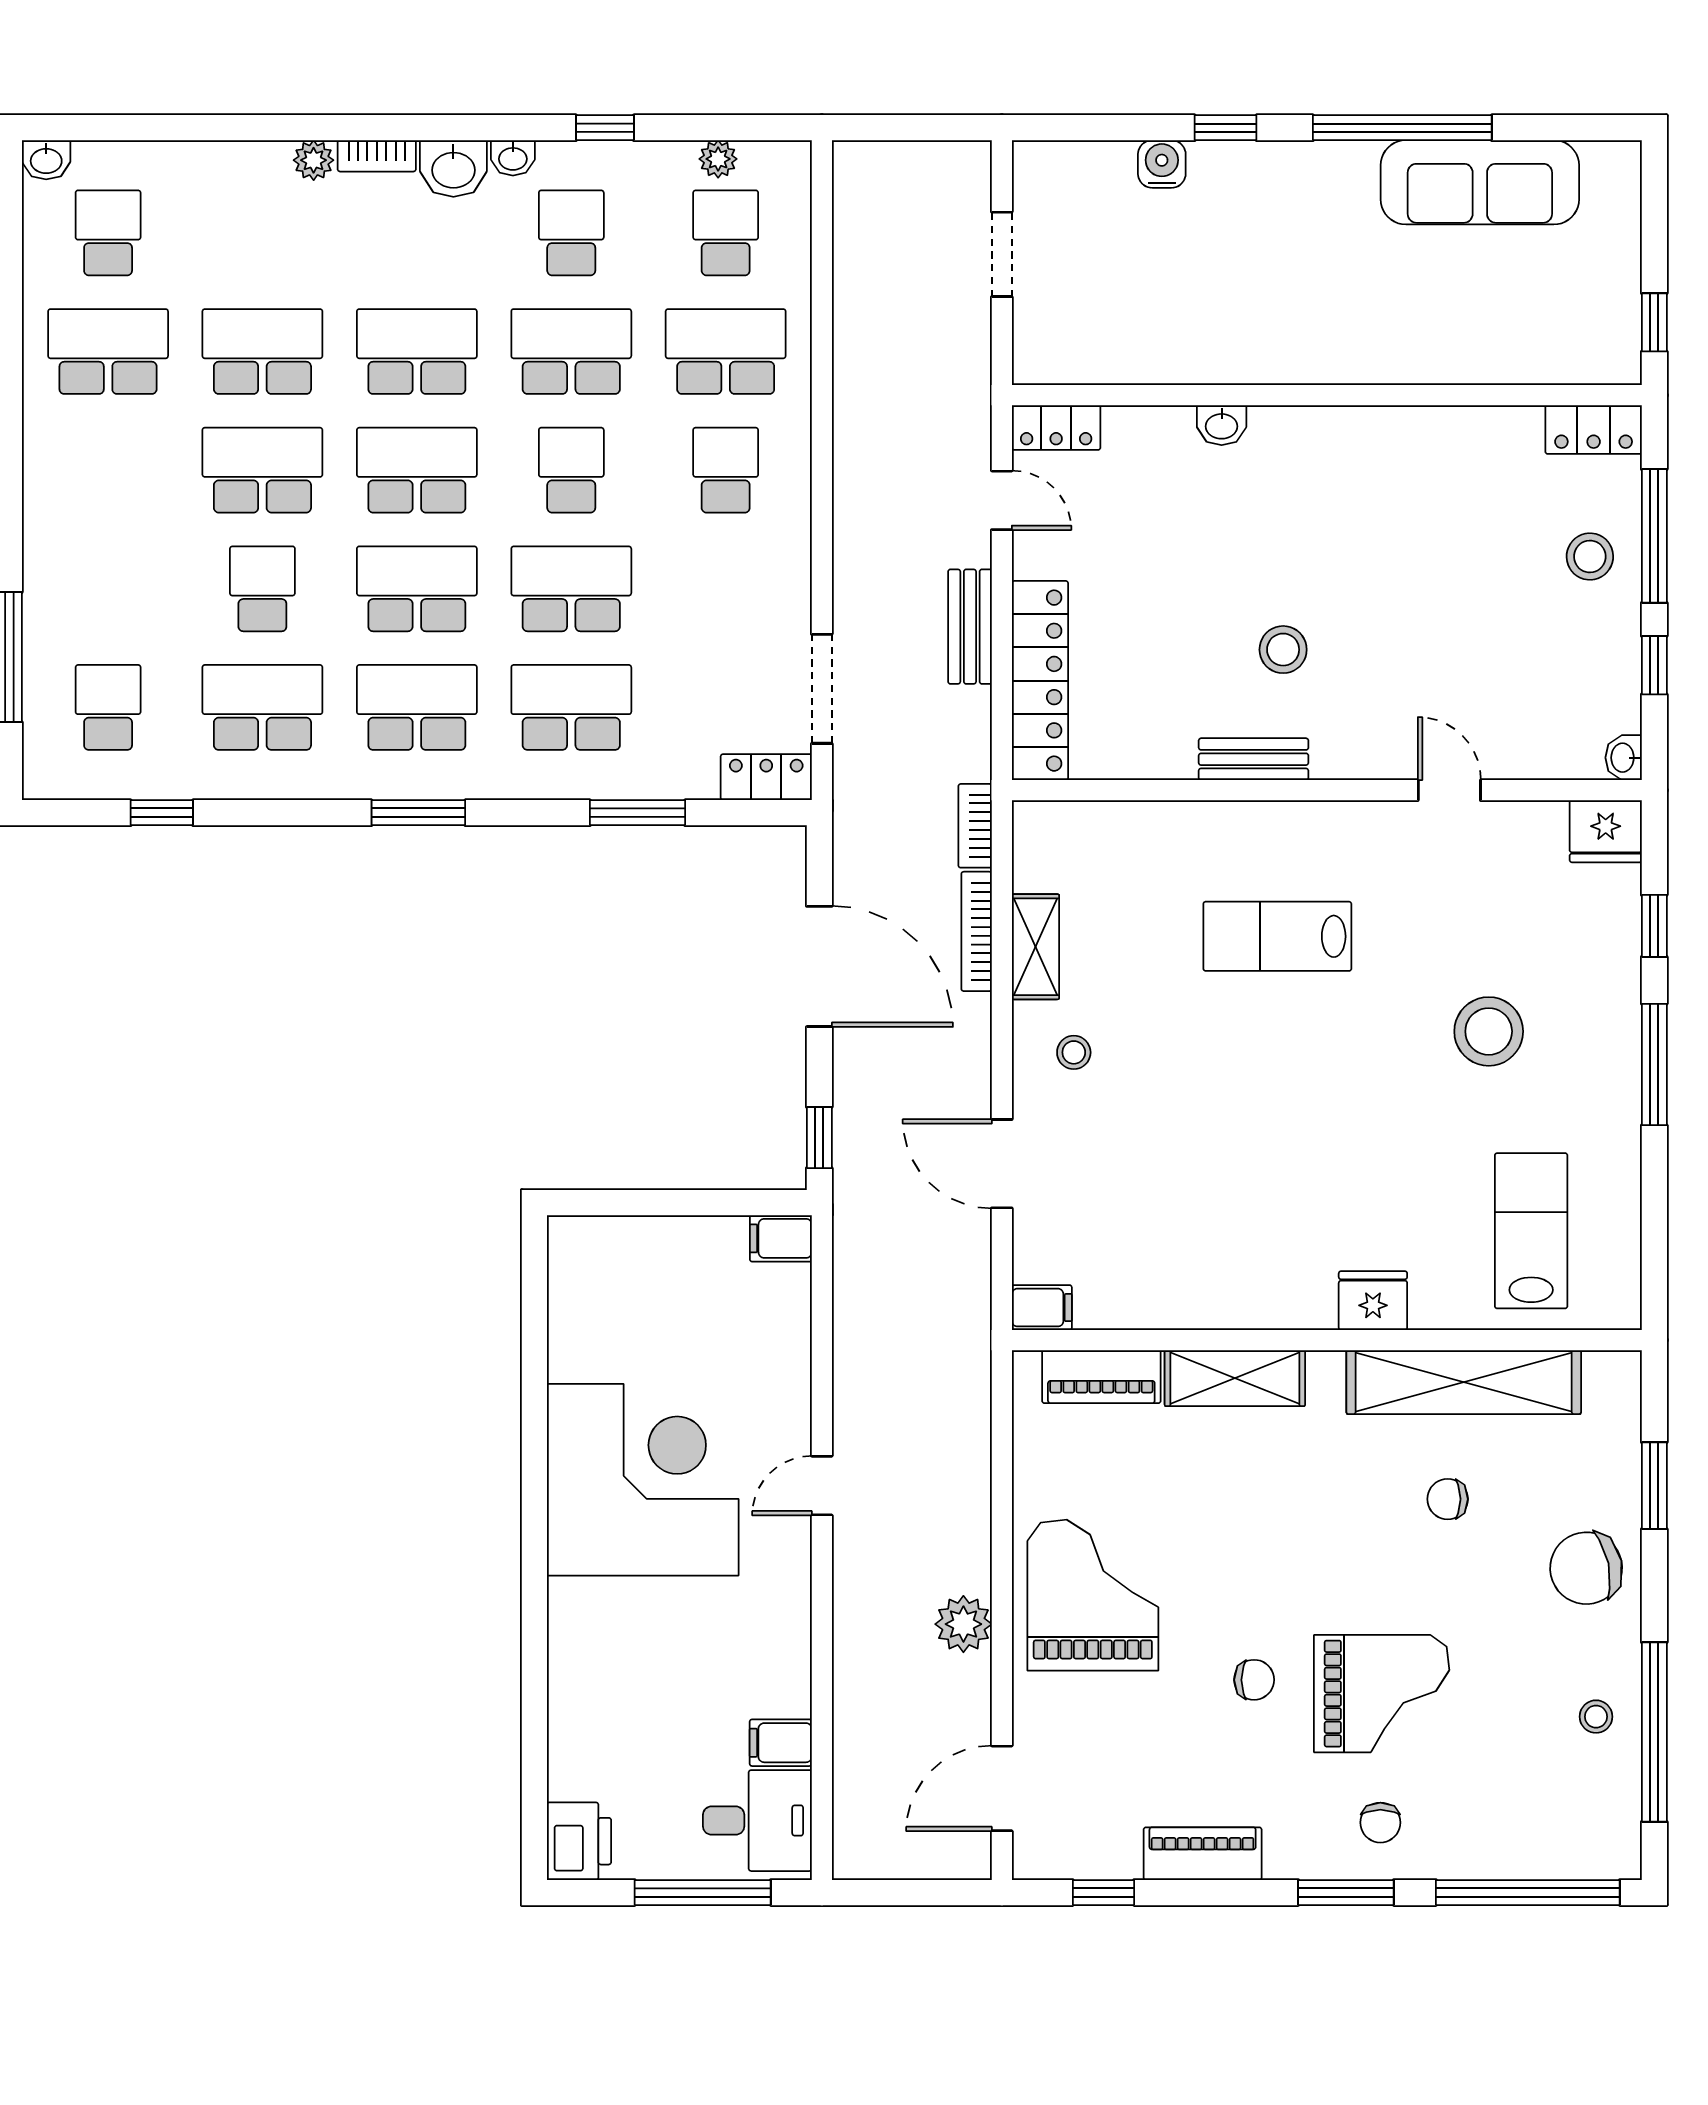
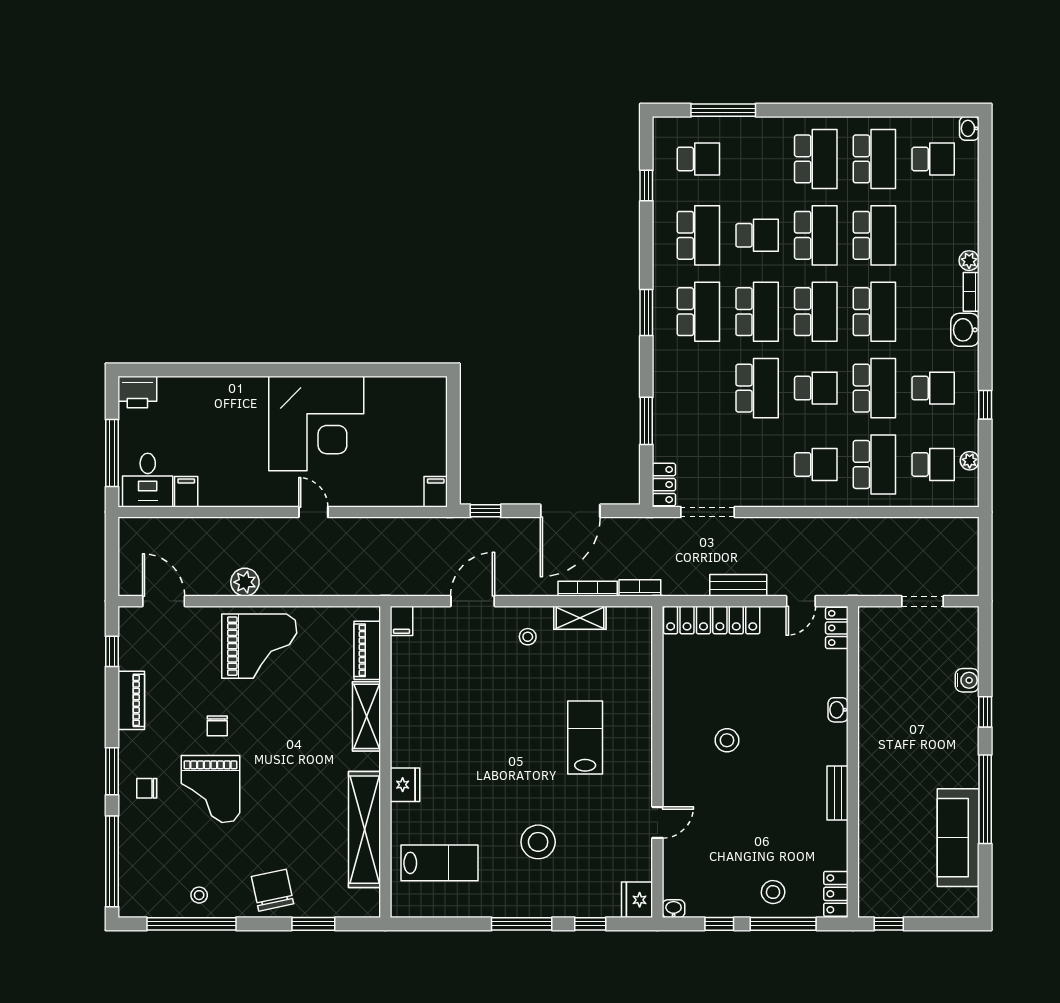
washbasin: (513, 158) -> (970, 359), removed
school desk: (571, 707) -> (816, 159), moved
bench: (1254, 759) -> (838, 793), moved
chair: (1448, 1499) -> (307, 822), removed

